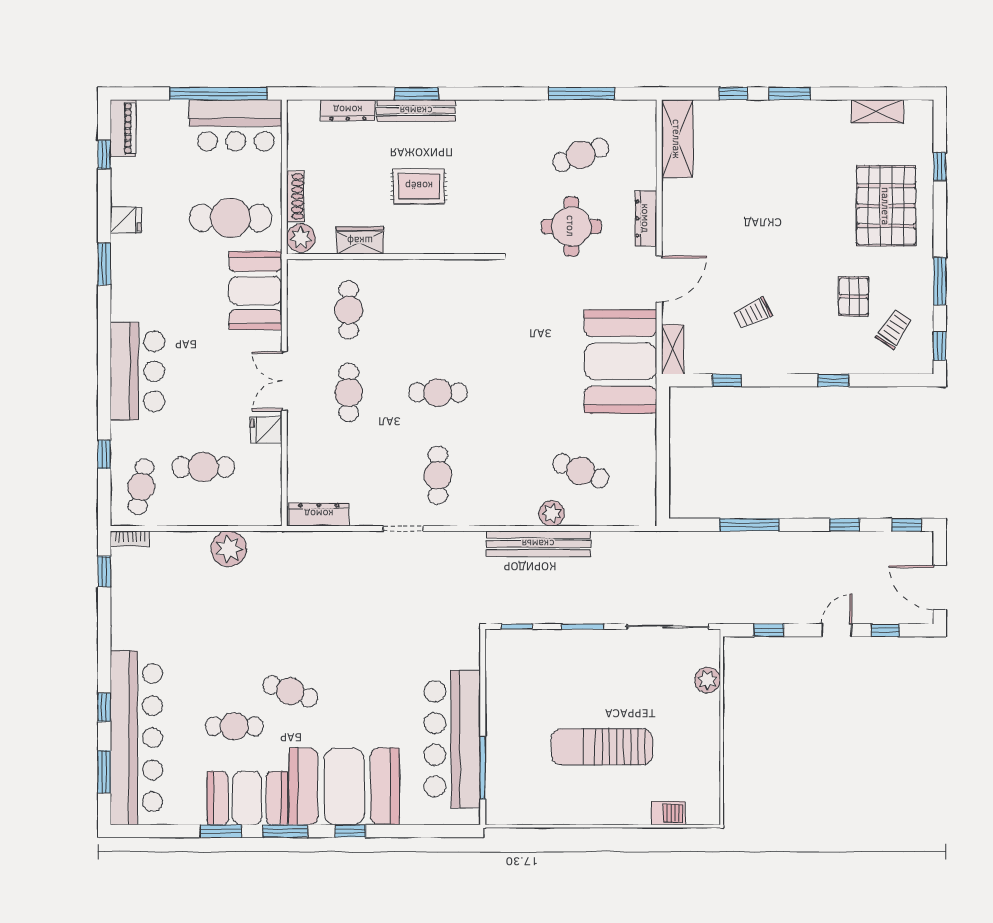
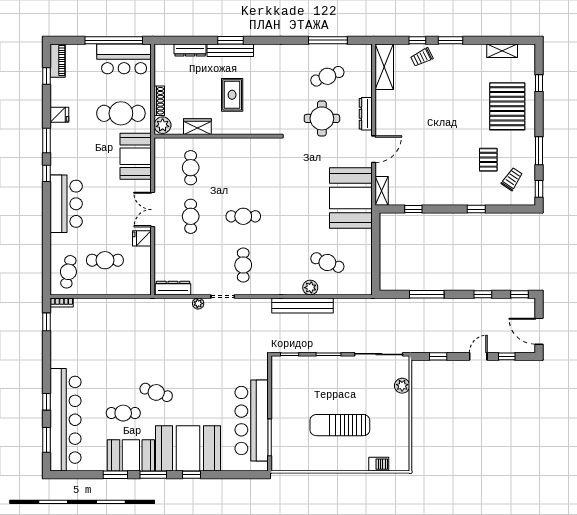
rug: (419, 186) -> (232, 95), turned 90
trolley: (753, 313) -> (422, 57), moved
window: (104, 454) -> (47, 173), moved
plant: (229, 549) -> (198, 303), moved, width x0.53, depth x0.53

